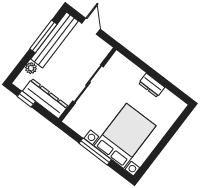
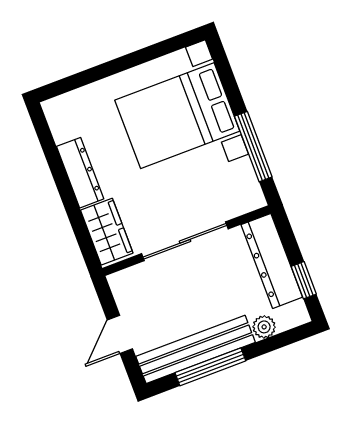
wardrobe: (124, 67) -> (107, 232), added
dresser: (152, 85) -> (80, 173), width x1.44
window: (95, 151) -> (253, 147), moved

